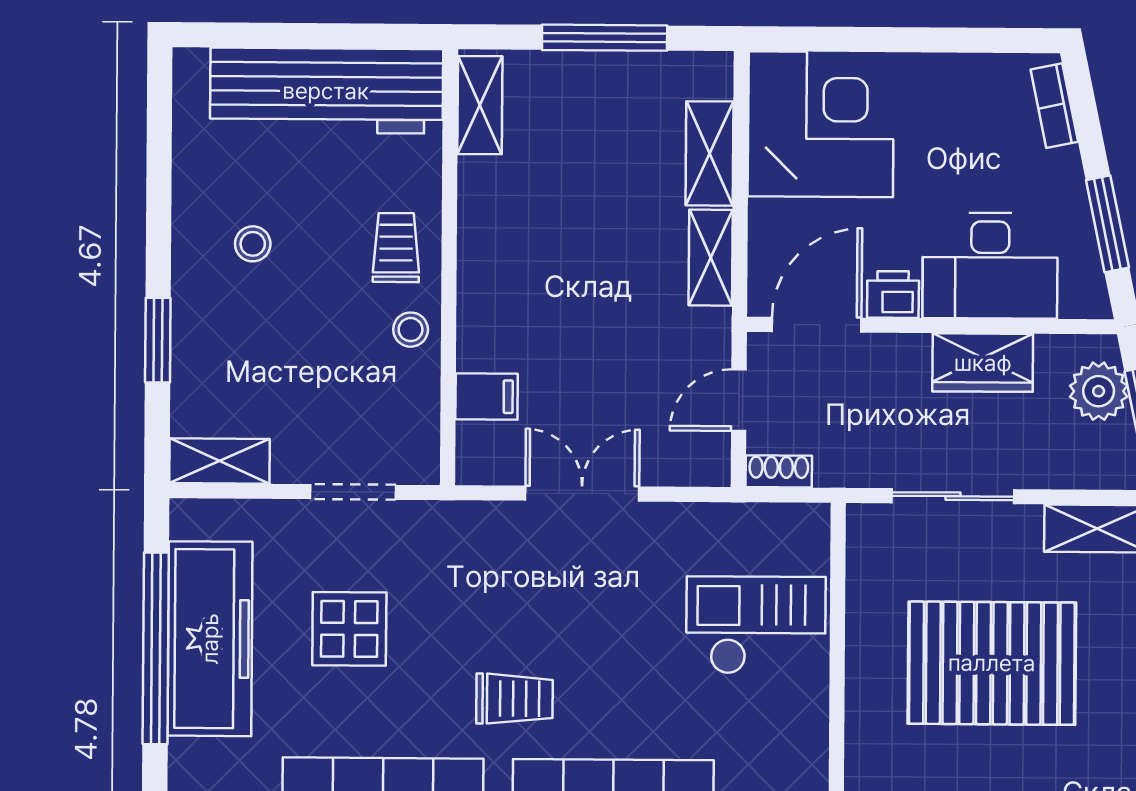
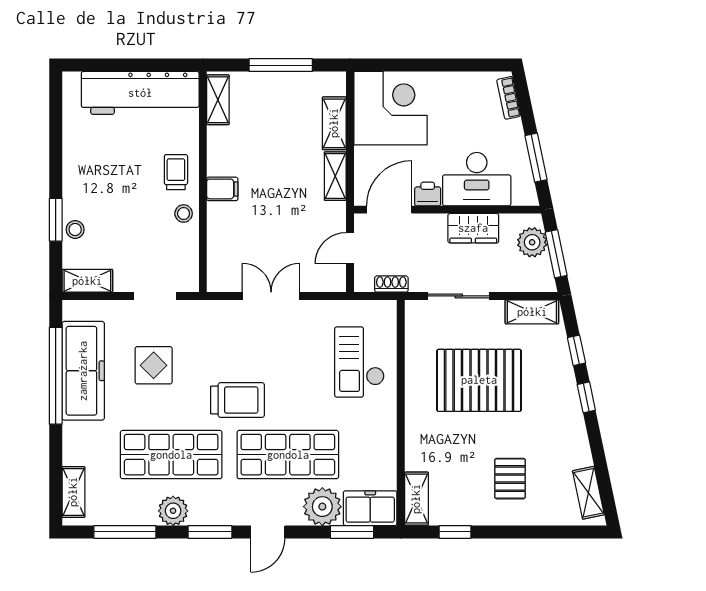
stool: (253, 244) -> (75, 230), moved
filing cabinet: (487, 397) -> (222, 189), moved
shoe rack: (779, 471) -> (391, 284), moved
checkout: (756, 625) -> (359, 362), turned -90
trolley: (514, 699) -> (237, 400), width x1.36, depth x1.39

